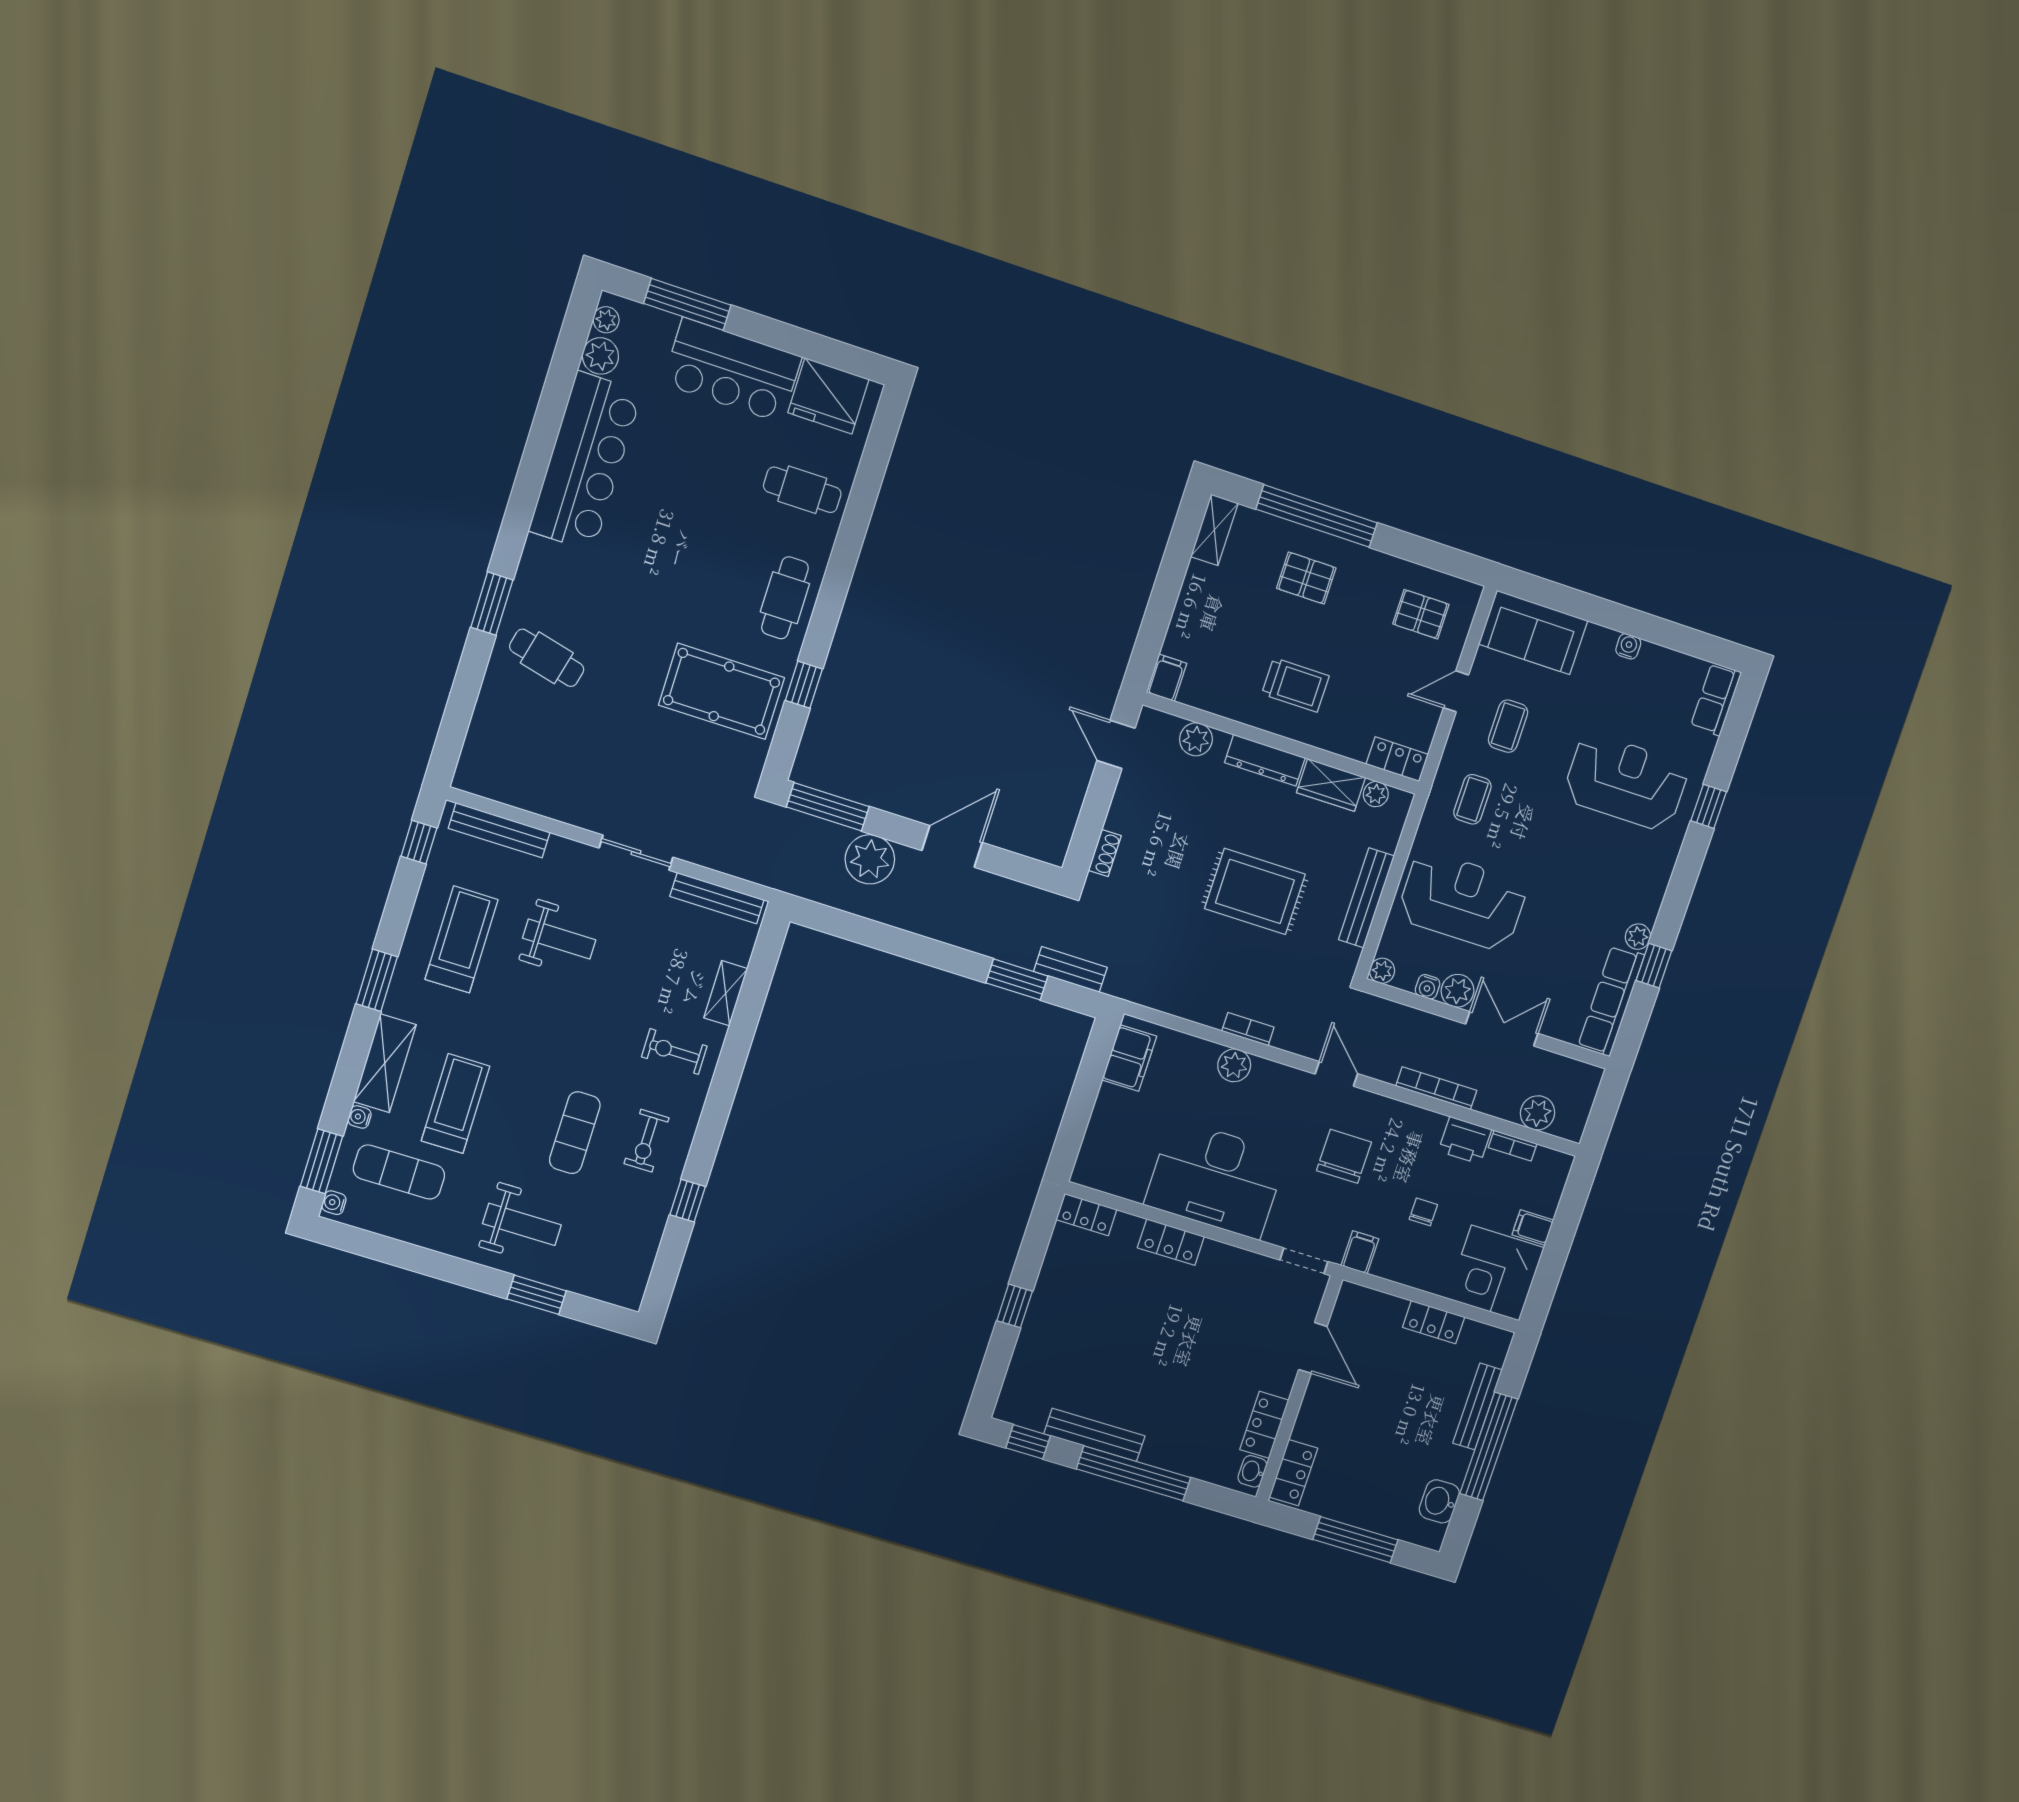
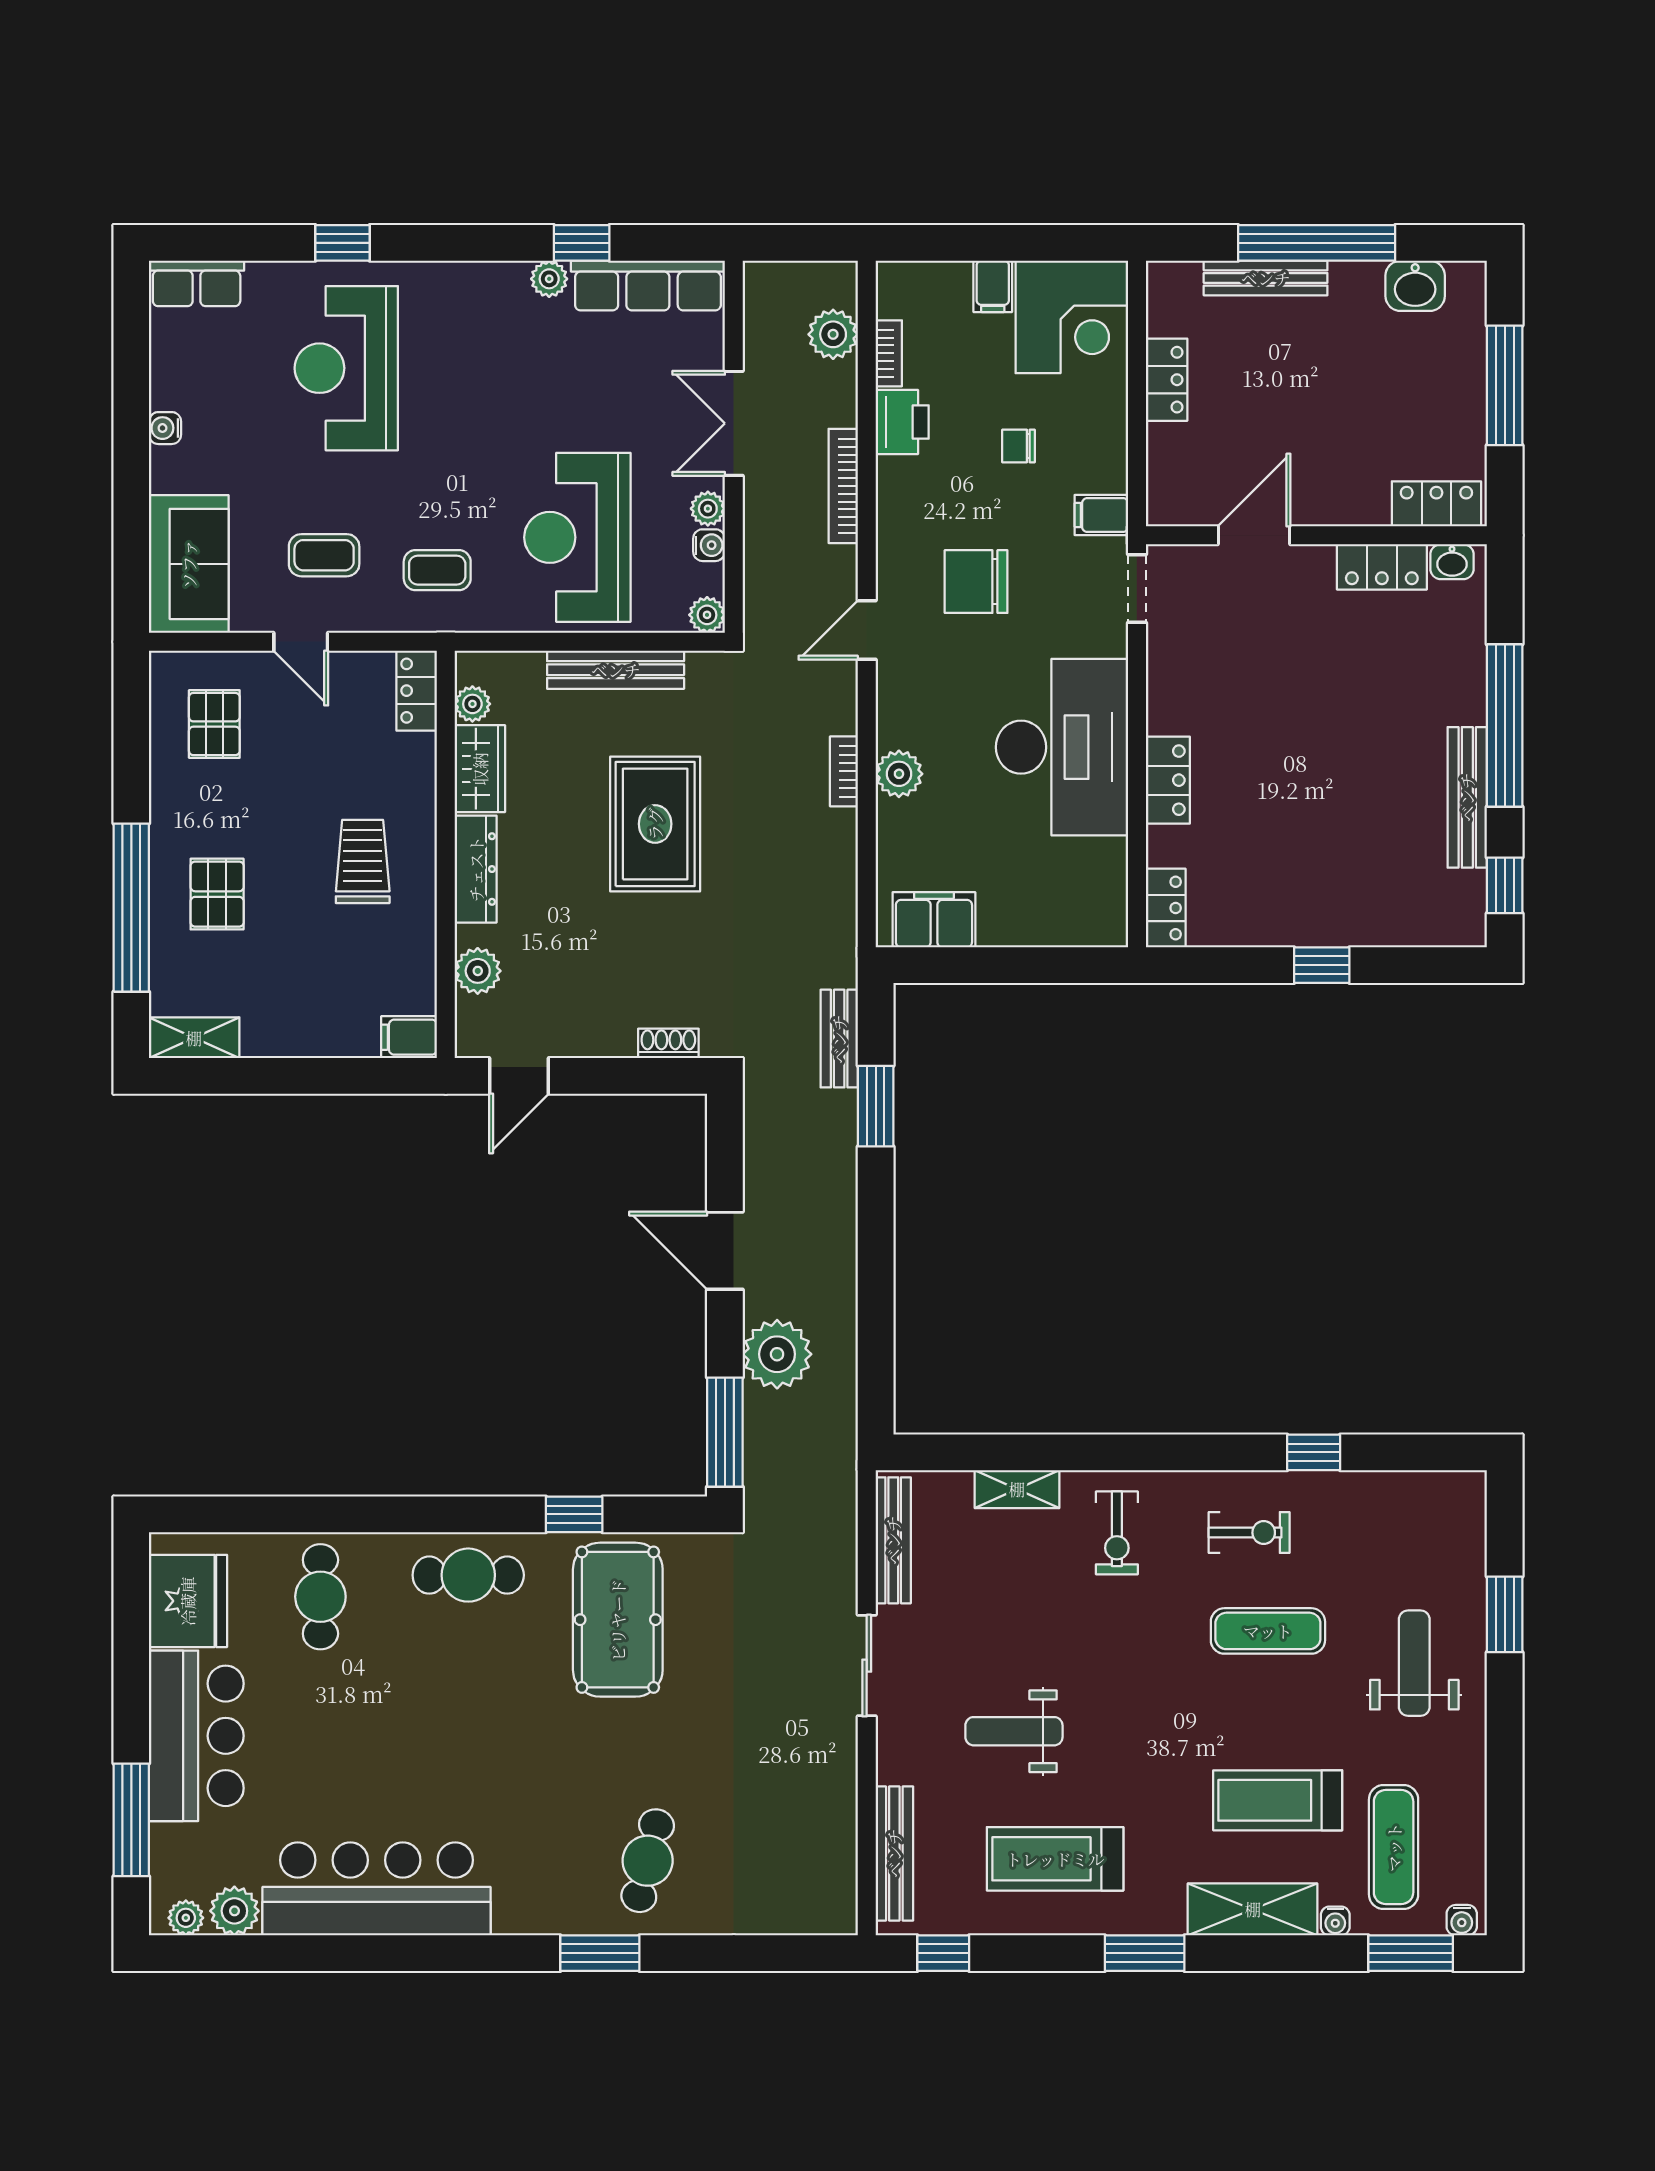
weight bench: (559, 939) -> (1014, 1731), turned -90
plant: (1457, 991) -> (708, 509), width x0.73, depth x0.73

